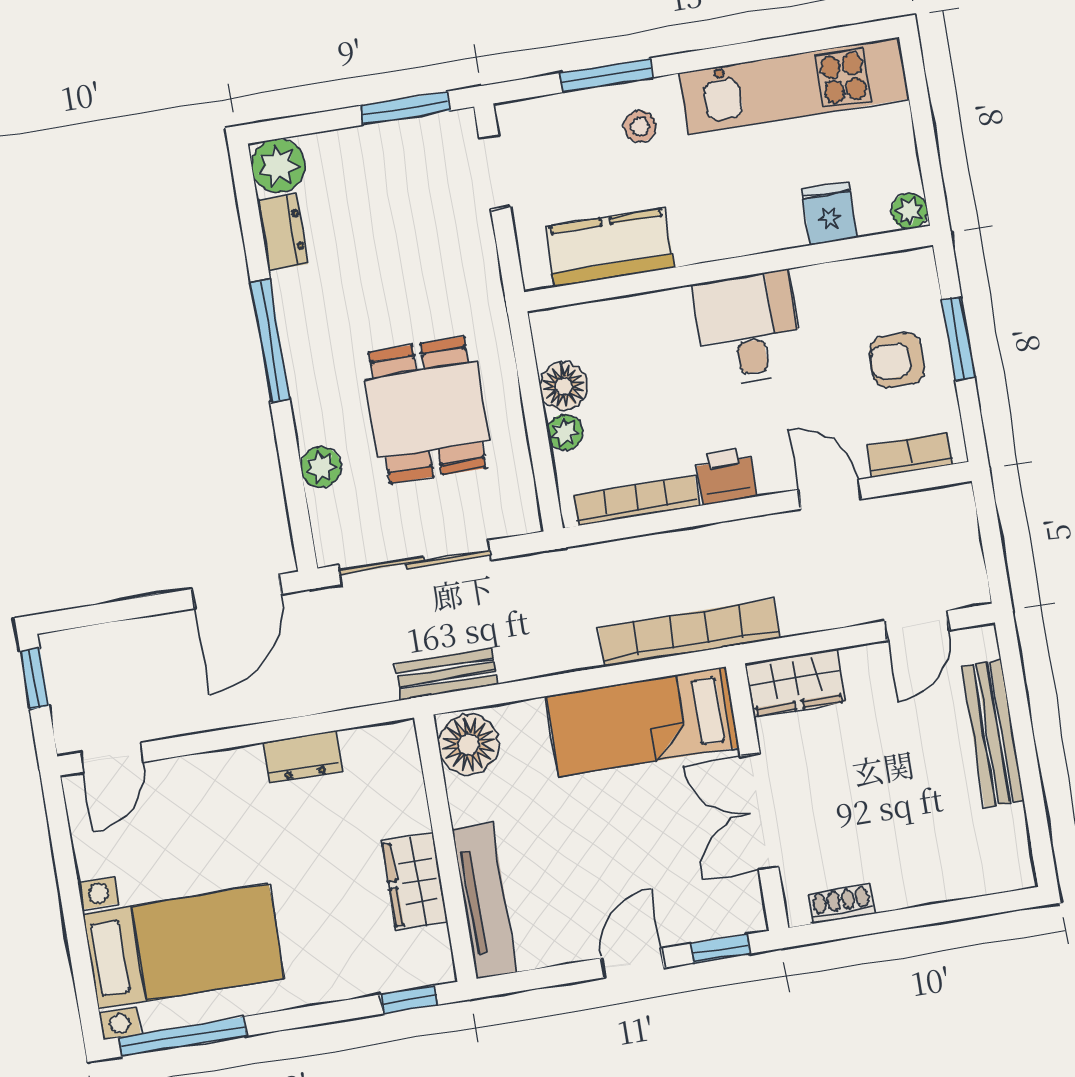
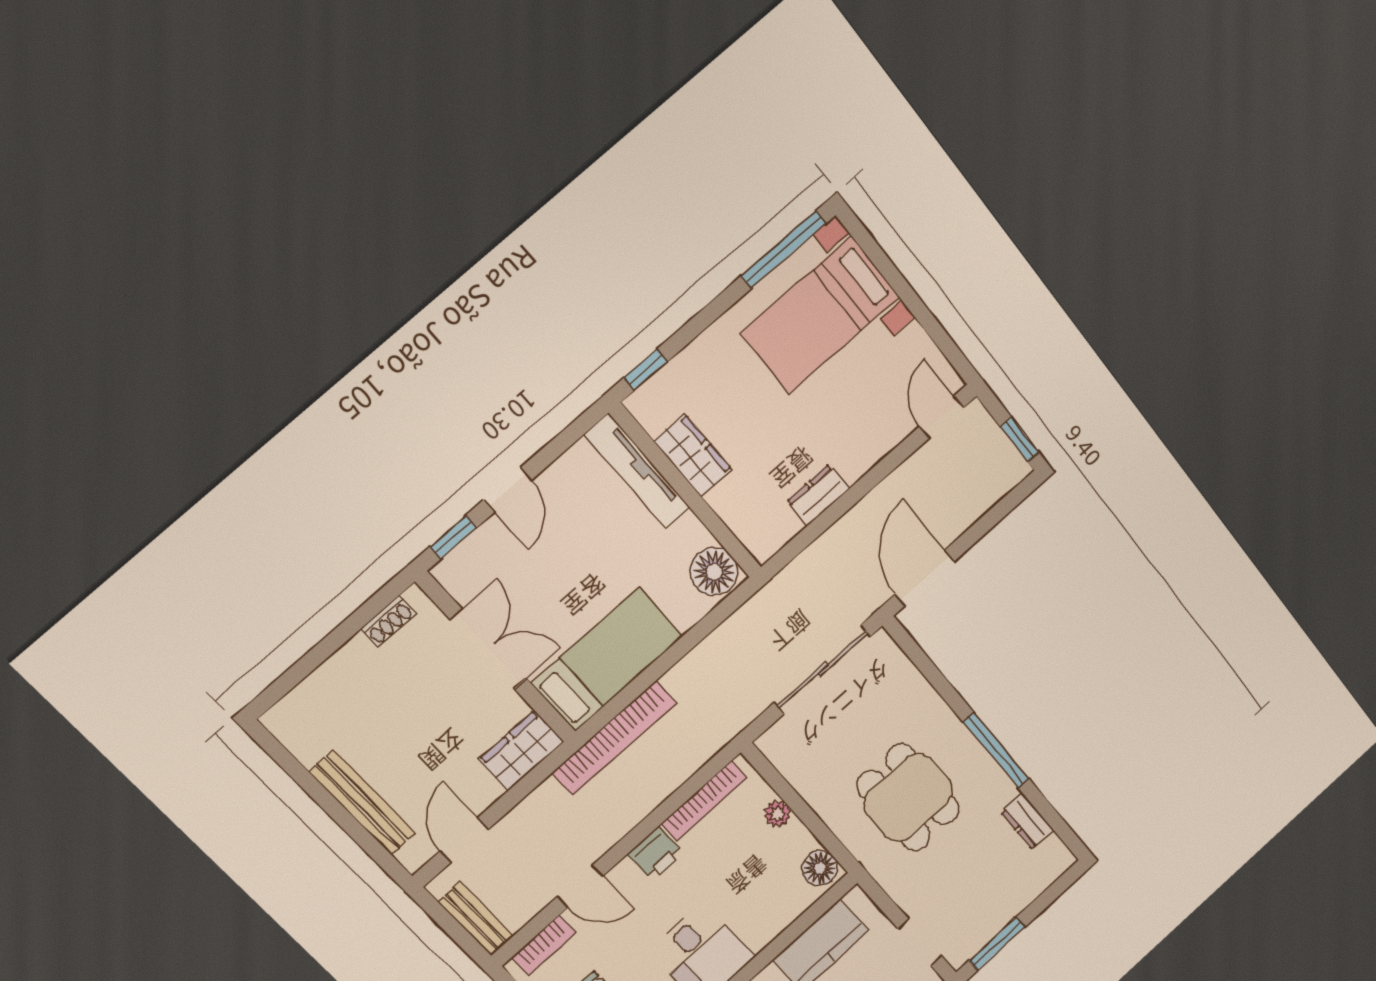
plant: (278, 166) -> (1053, 859), removed
floor lamp: (564, 386) -> (820, 868), moved
dining table: (427, 410) -> (908, 797), moved
plant: (321, 467) -> (918, 692), removed
bench: (447, 674) -> (476, 919), moved, turned 90

